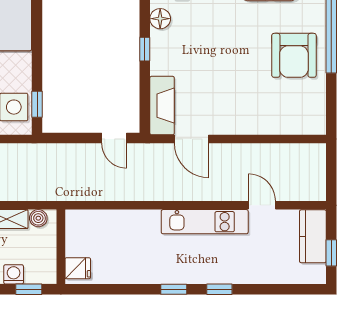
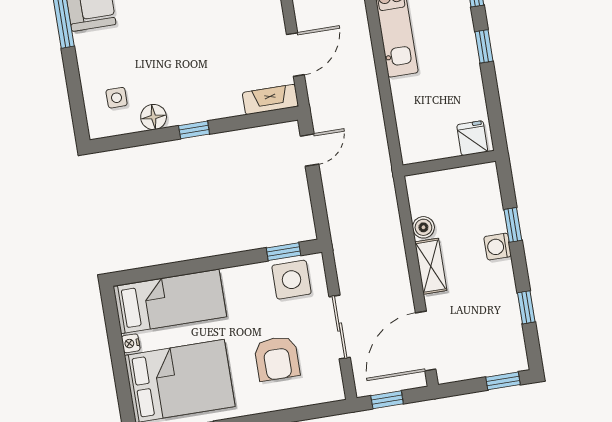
fireplace: (162, 106) -> (270, 99), width x0.73, depth x0.76
wall: (61, 247) -> (449, 163), moved
fridge: (78, 268) -> (472, 138), moved

